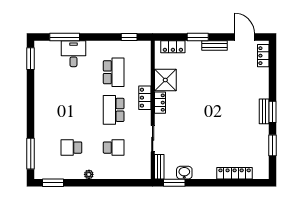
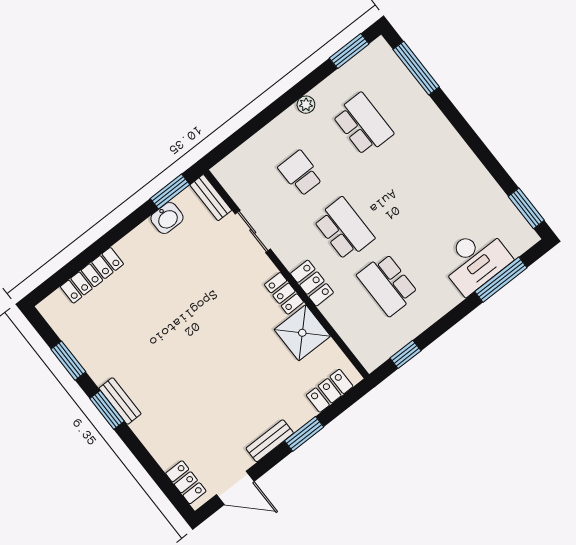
desk: (73, 54) -> (475, 260), width x1.37
school desk: (71, 148) -> (363, 124), width x1.85
school desk: (114, 148) -> (300, 173), turned 90

